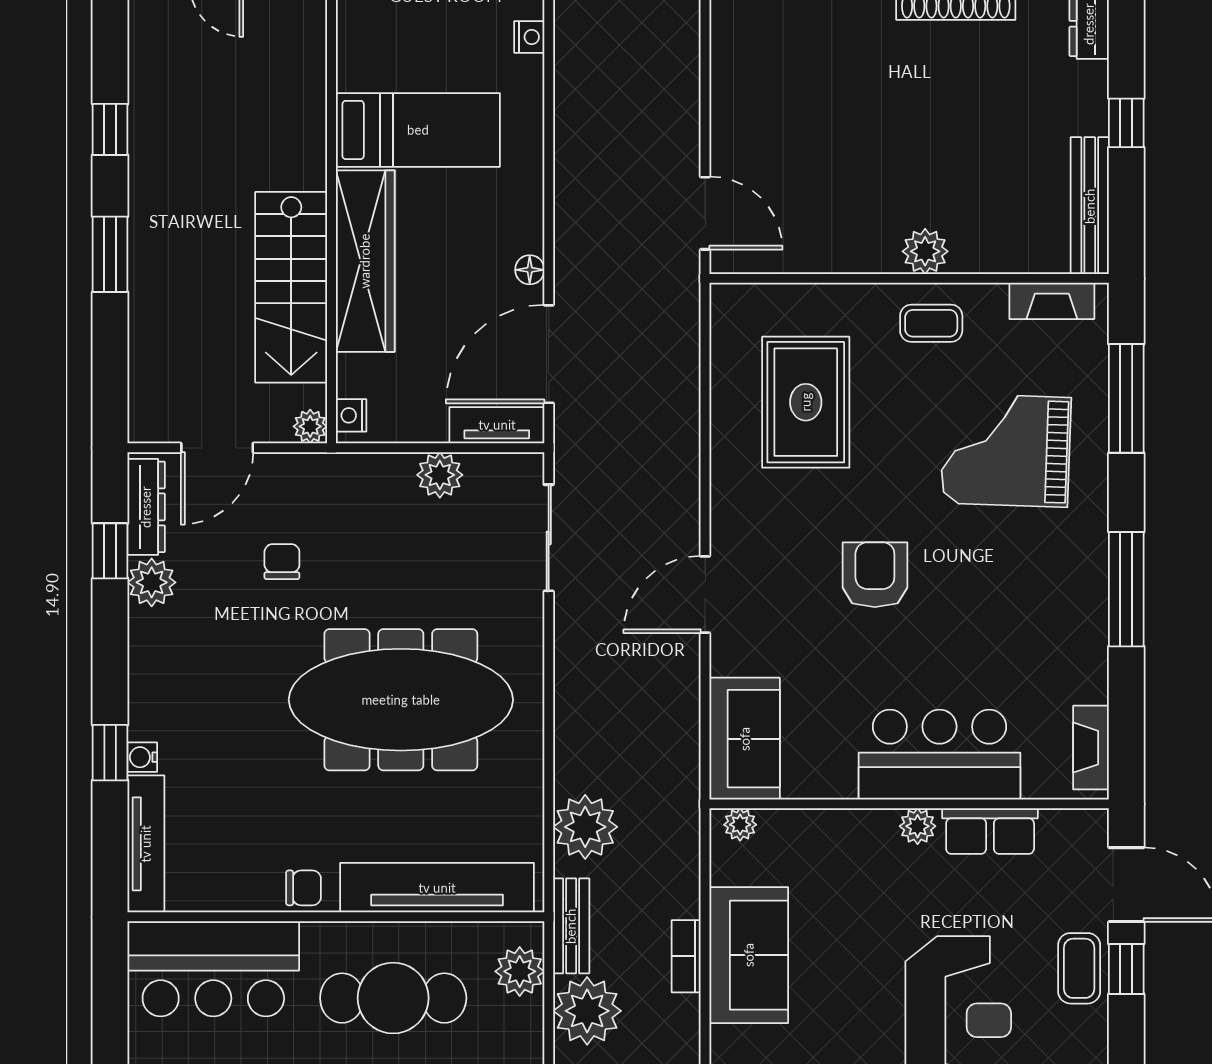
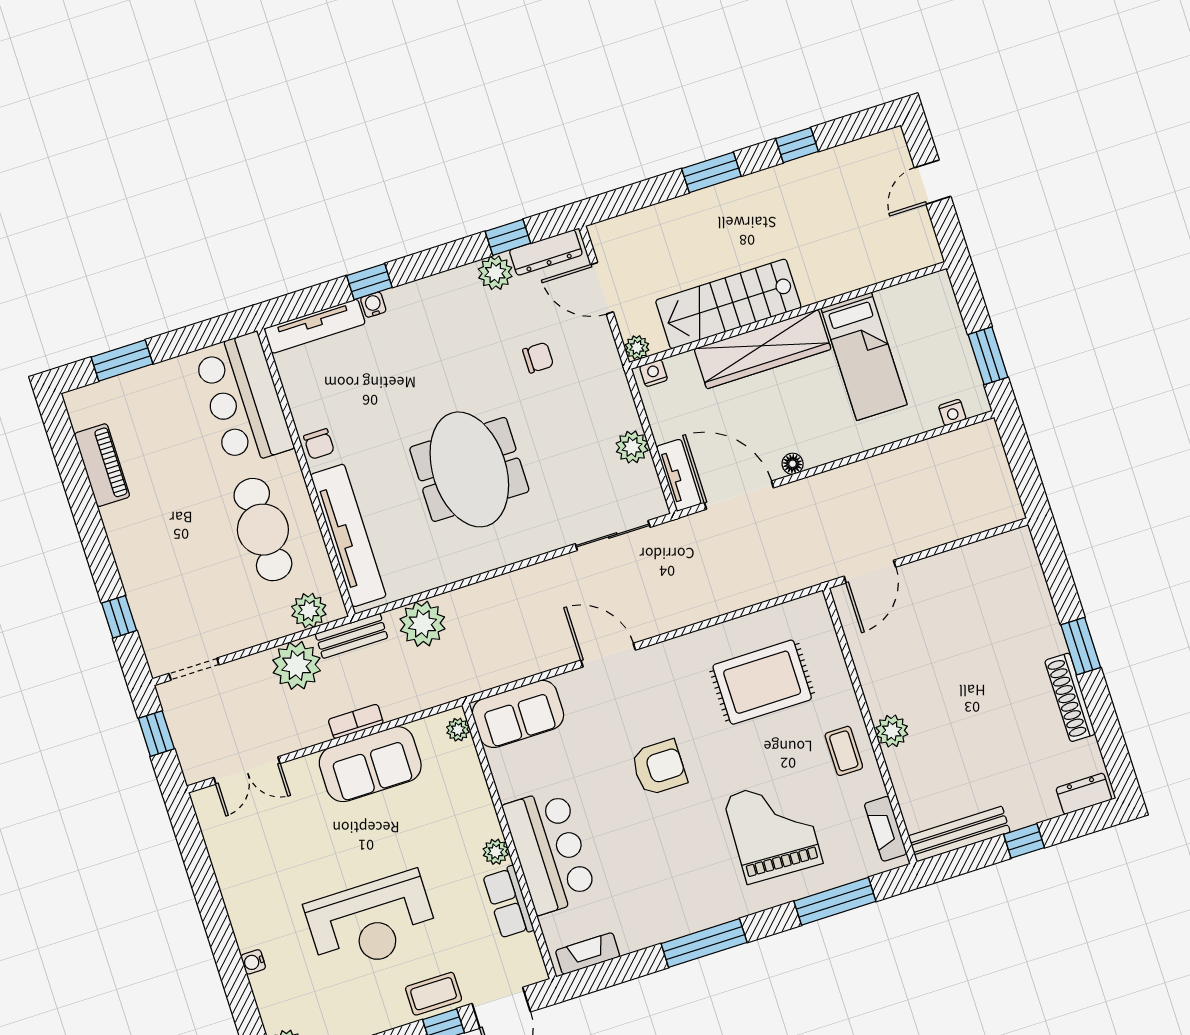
meeting table: (401, 700) -> (469, 469), width x0.73

